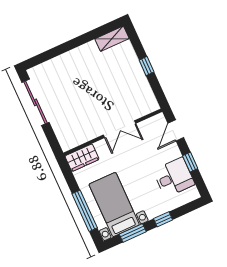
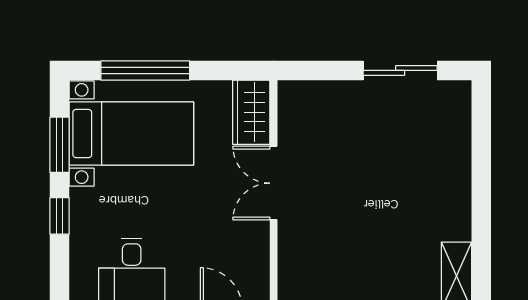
sliding door: (35, 102) -> (400, 70), width x0.73
double door: (120, 129) -> (274, 183), moved

